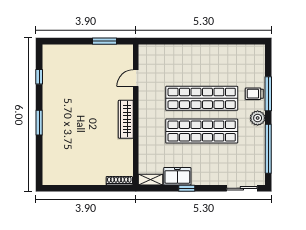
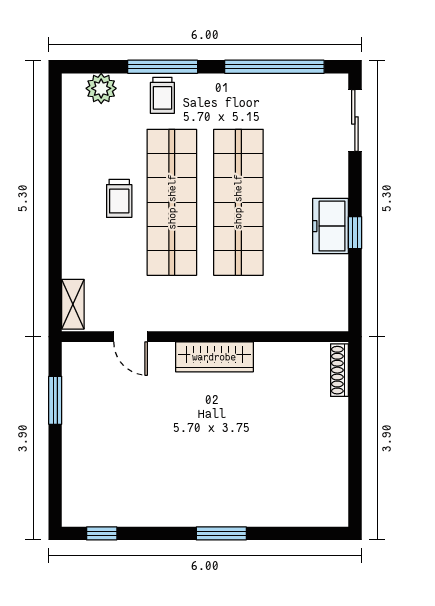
trolley: (204, 72) -> (119, 198), added
window: (39, 77) -> (102, 533), moved
plant: (258, 118) -> (101, 88), moved
freezer: (177, 176) -> (331, 226), moved
shelving: (151, 180) -> (73, 304), moved

